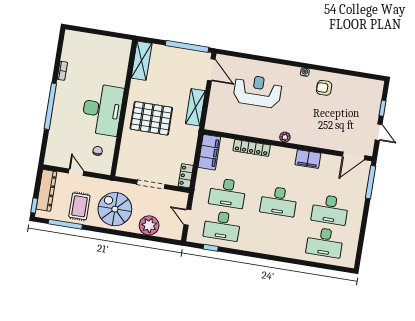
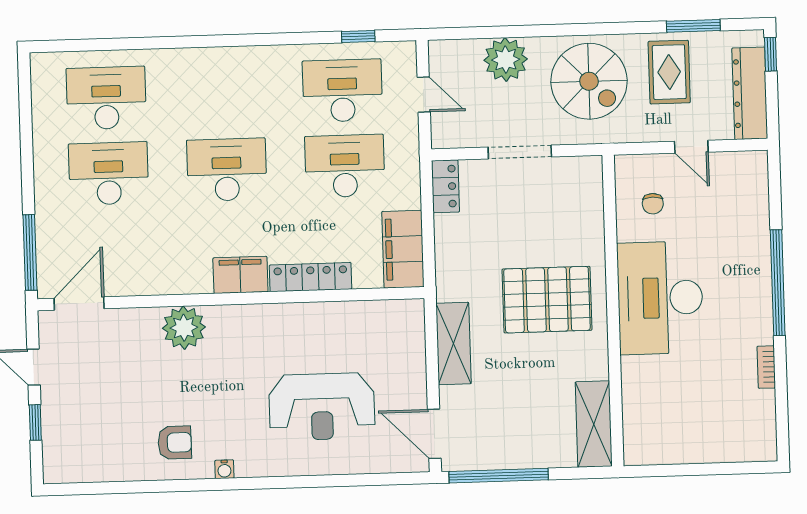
plant: (285, 137) -> (184, 328), moved, width x1.87, depth x1.87
filing cabinet: (308, 159) -> (240, 275), moved
window: (65, 224) -> (693, 26), width x0.69

